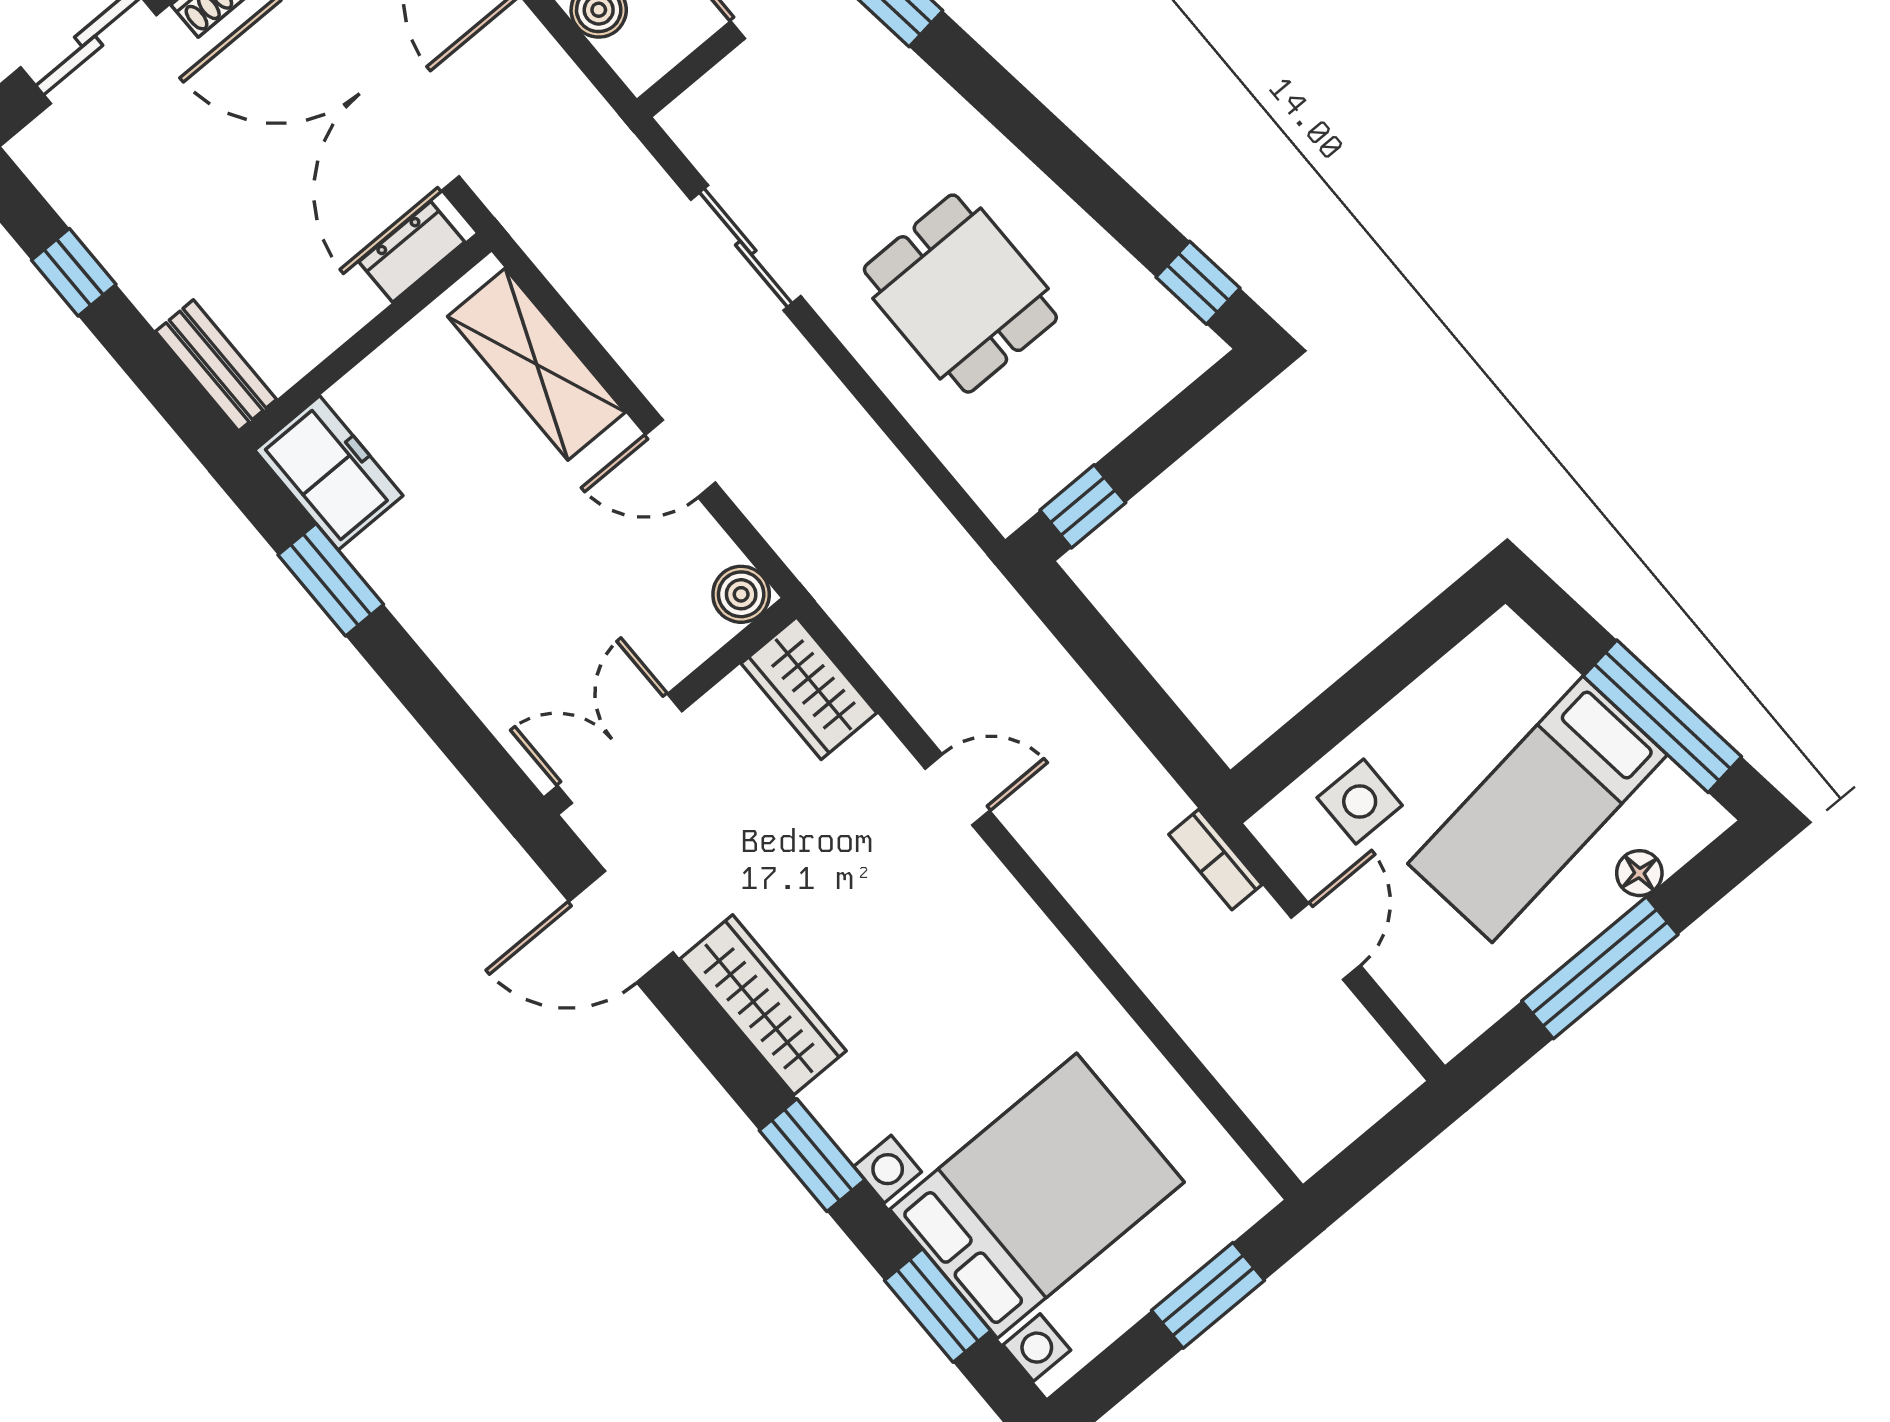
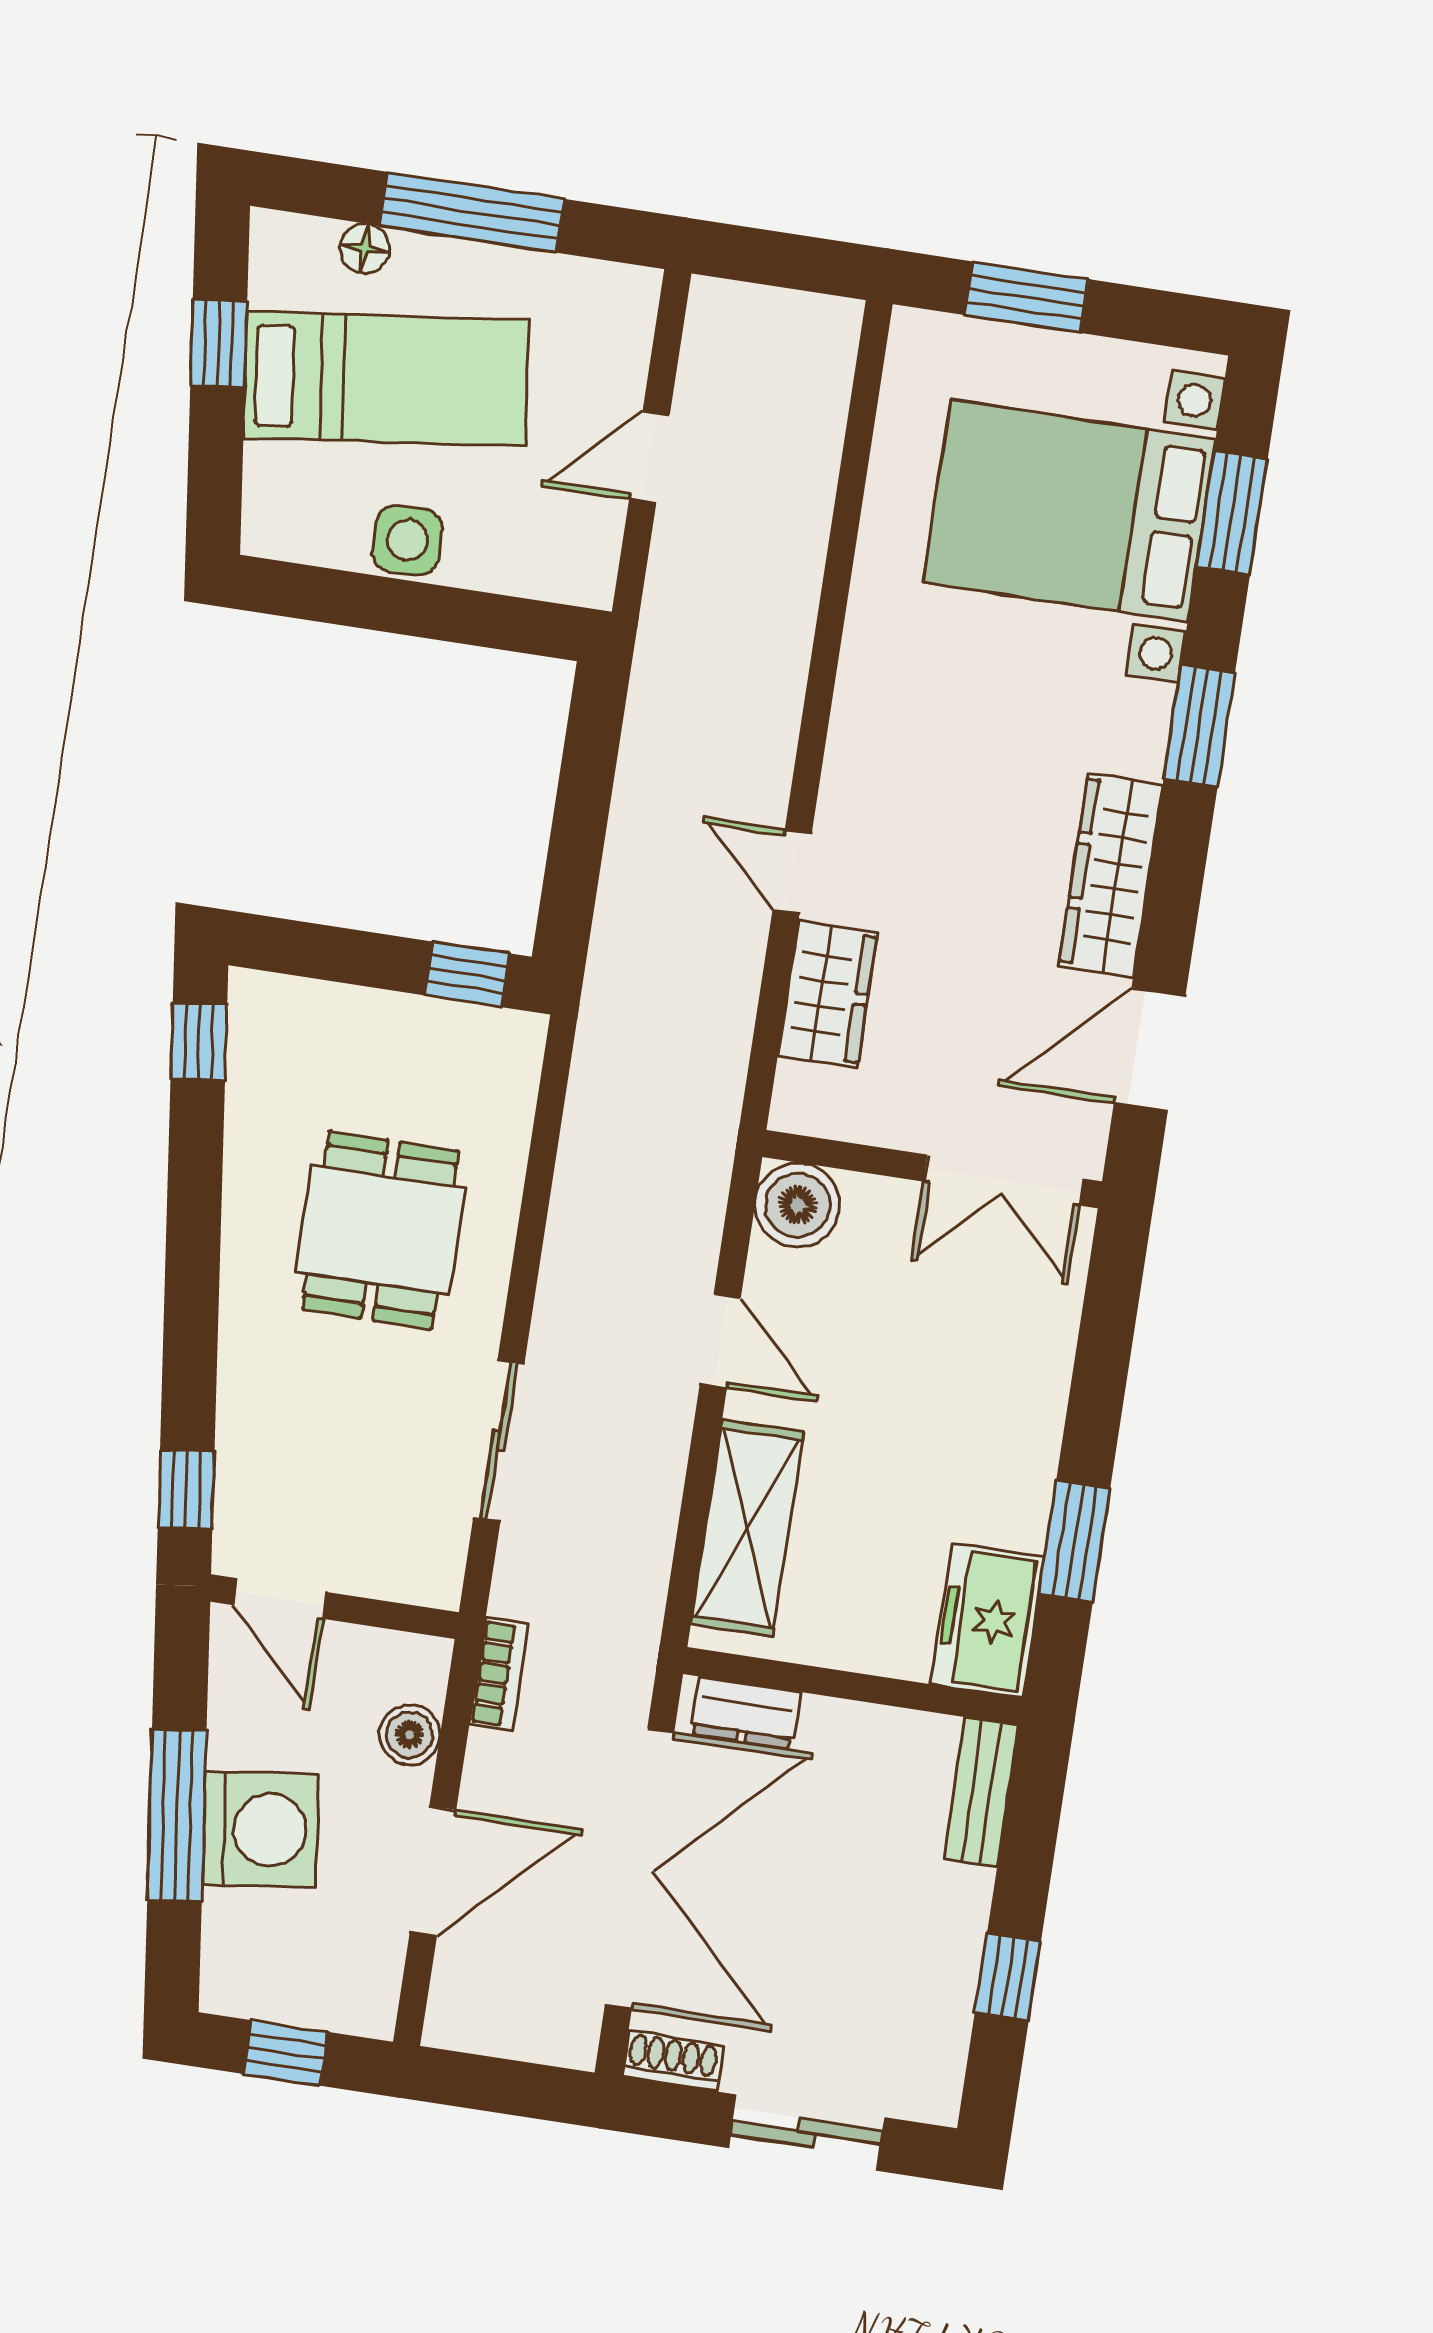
boiler: (741, 594) -> (798, 1205), width x1.36, depth x1.36
wardrobe: (809, 688) -> (828, 994), moved
window: (1662, 716) -> (219, 343), width x0.46
side table: (1360, 802) -> (407, 540), moved
bookcase: (1215, 859) -> (499, 1674), moved
door: (621, 927) -> (1150, 1050), swing flipped

